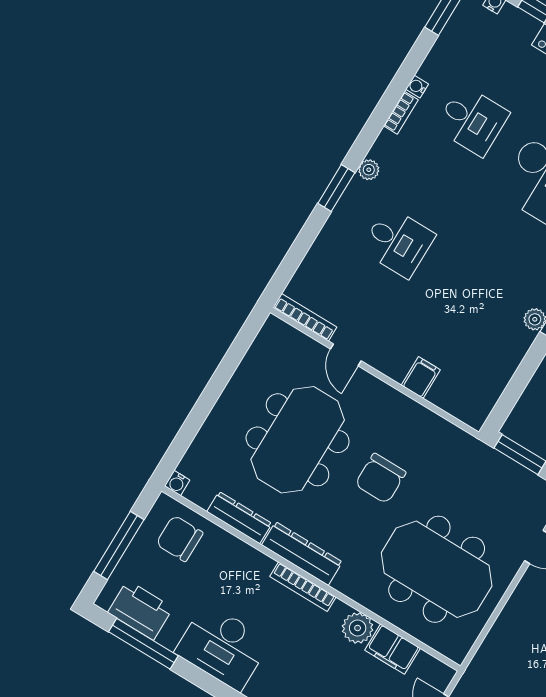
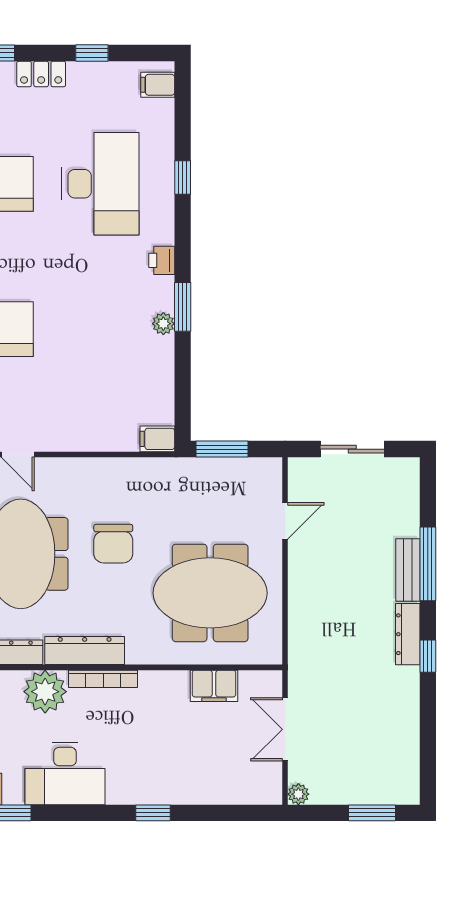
filing cabinet: (421, 377) -> (157, 439), moved, turned -90
plant: (358, 628) -> (45, 692), moved, width x1.36, depth x1.36

